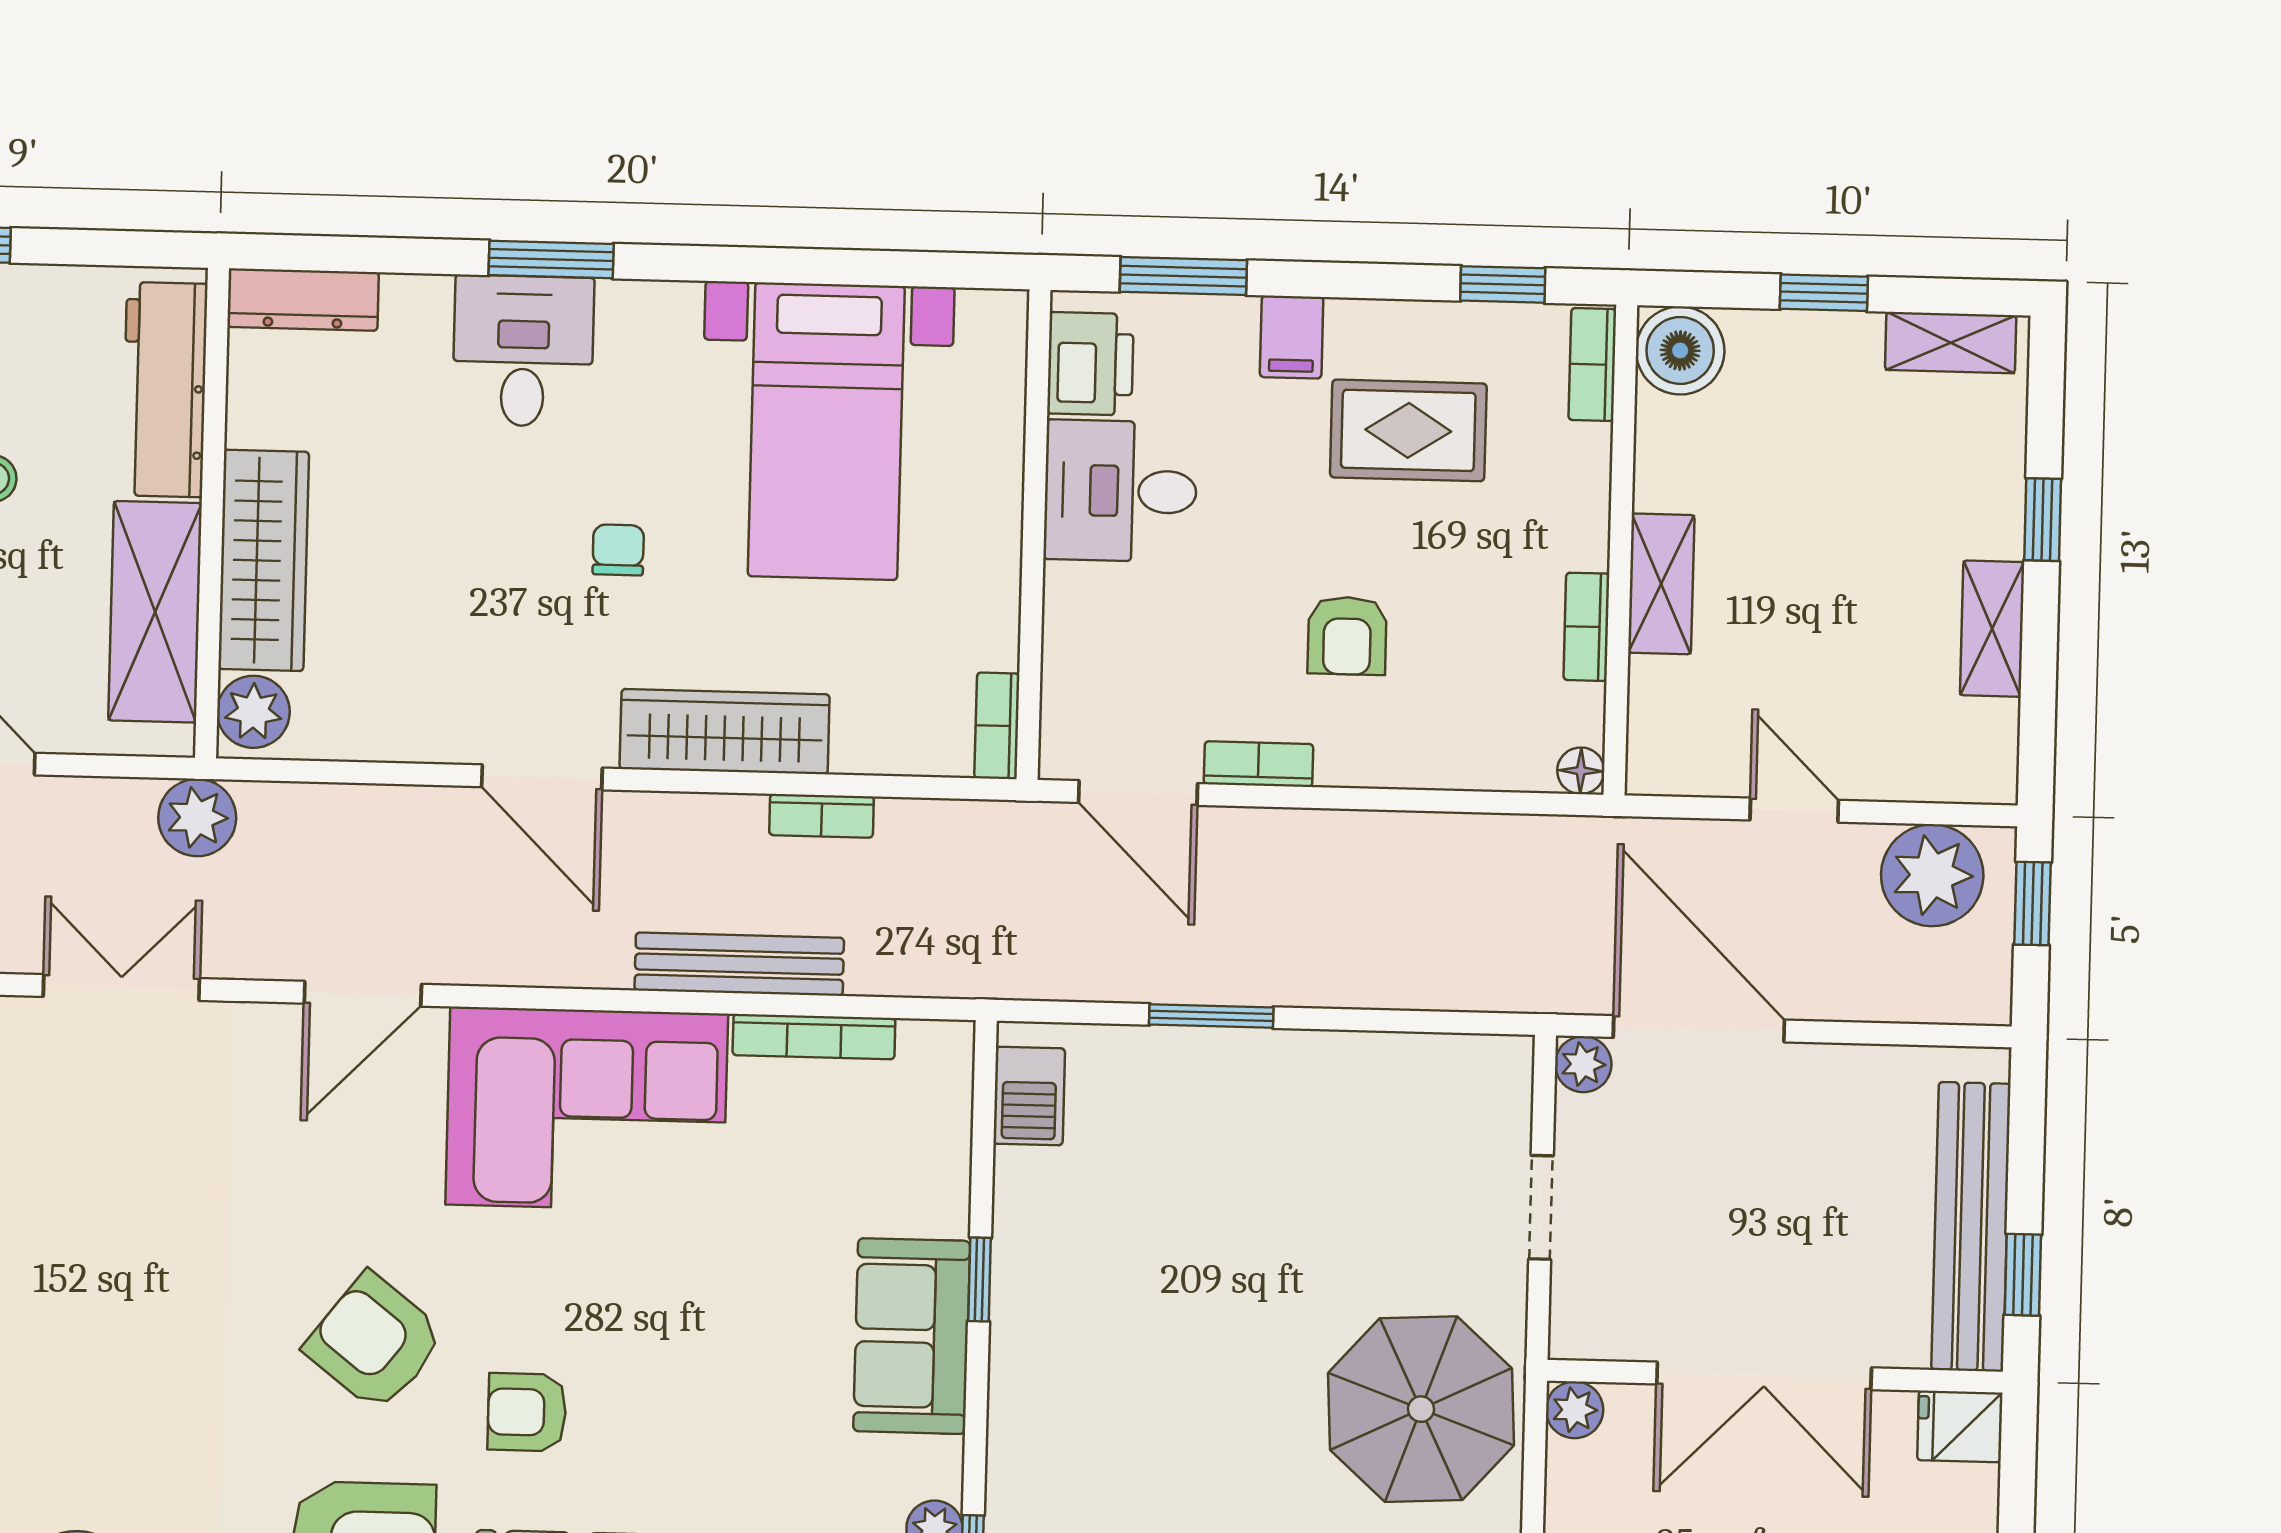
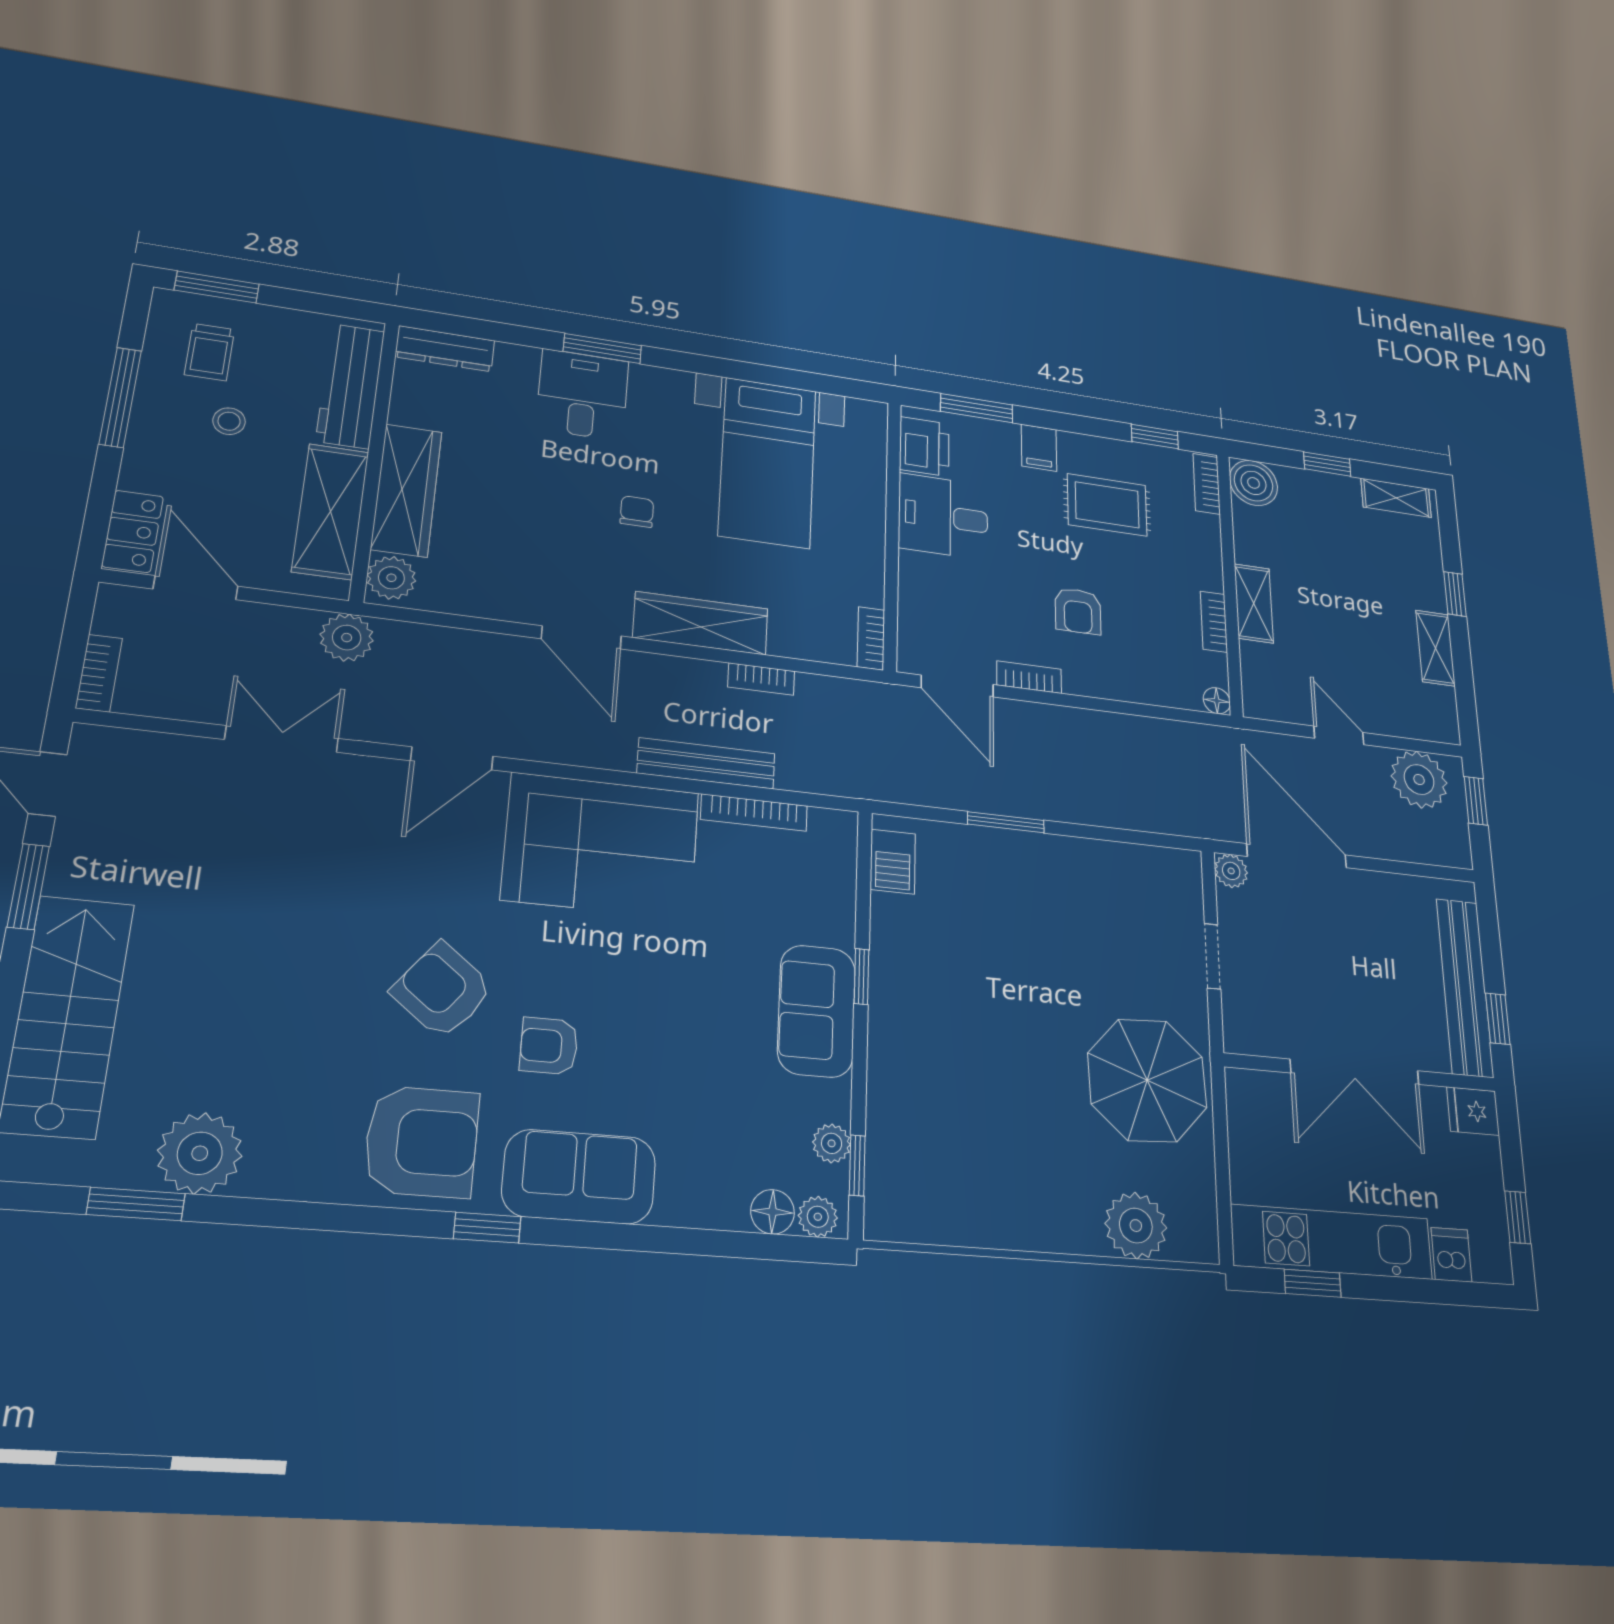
plant: (1575, 1410) -> (1242, 1087), removed

